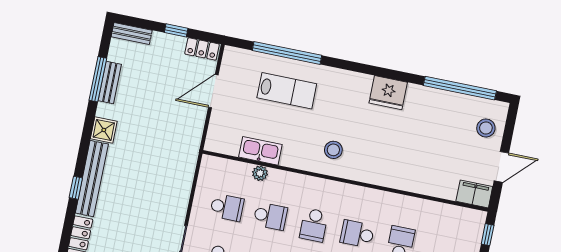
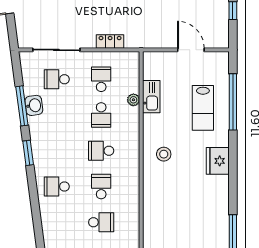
locker: (202, 49) -> (110, 41), moved, turned 90
fridge: (388, 93) -> (218, 161), moved
school desk: (227, 207) -> (101, 79), turned 180

